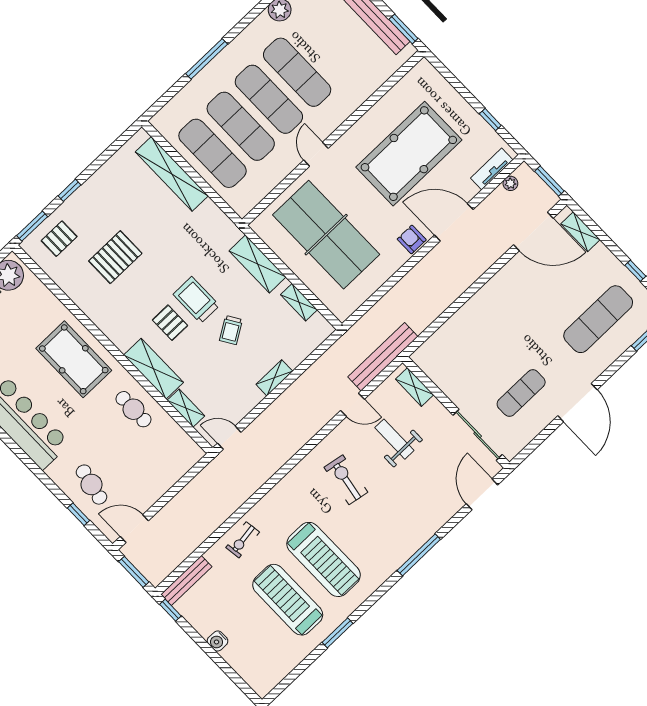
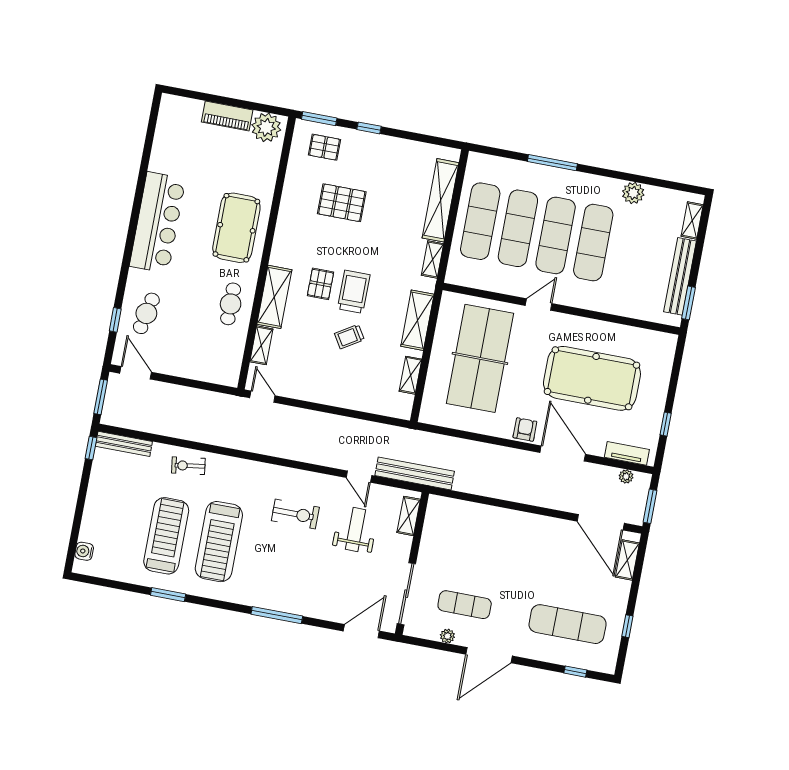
shelving: (274, 378) -> (432, 259), moved, turned 90
plant: (537, 426) -> (447, 636), added
exercise bike: (346, 480) -> (295, 514), turned 80
water cooler: (218, 641) -> (84, 551), moved

